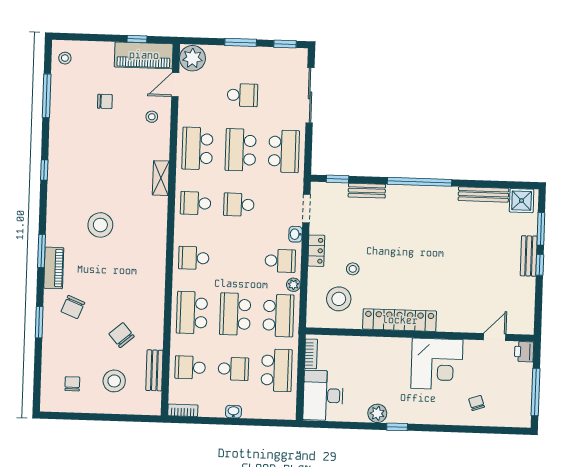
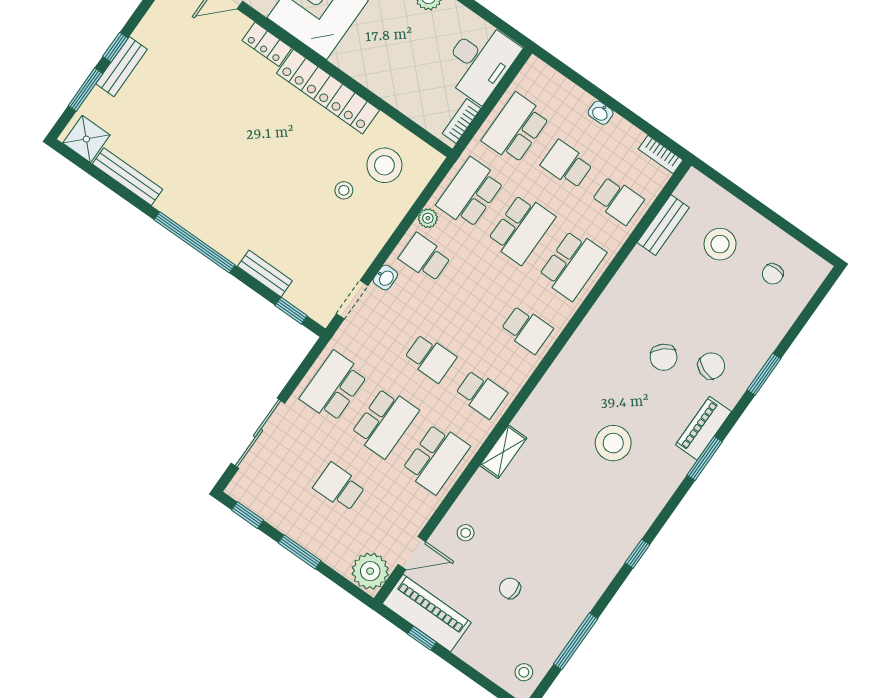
locker: (316, 251) -> (267, 44), moved, turned -90
chair: (122, 335) -> (664, 357), moved

